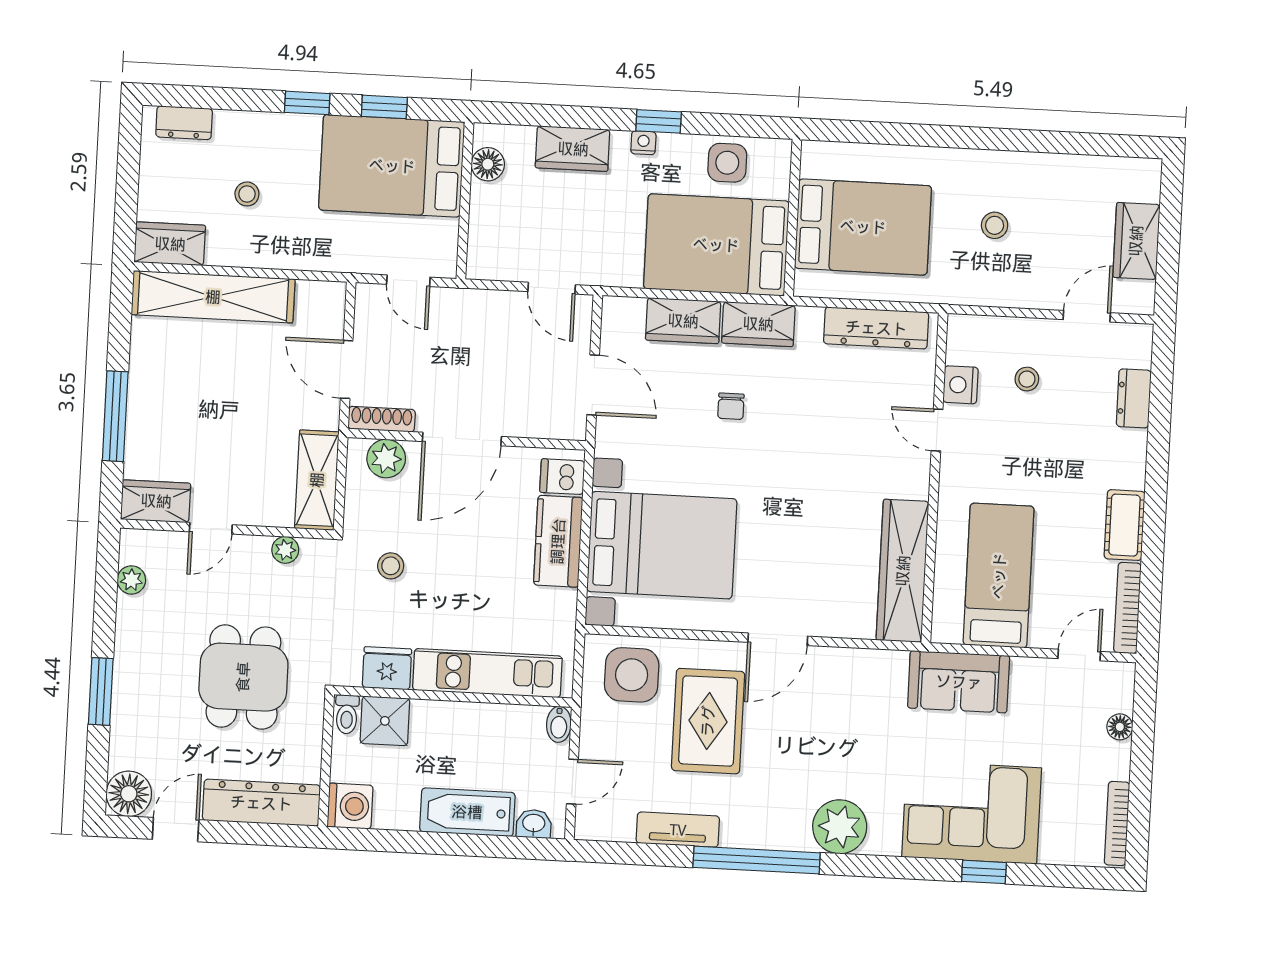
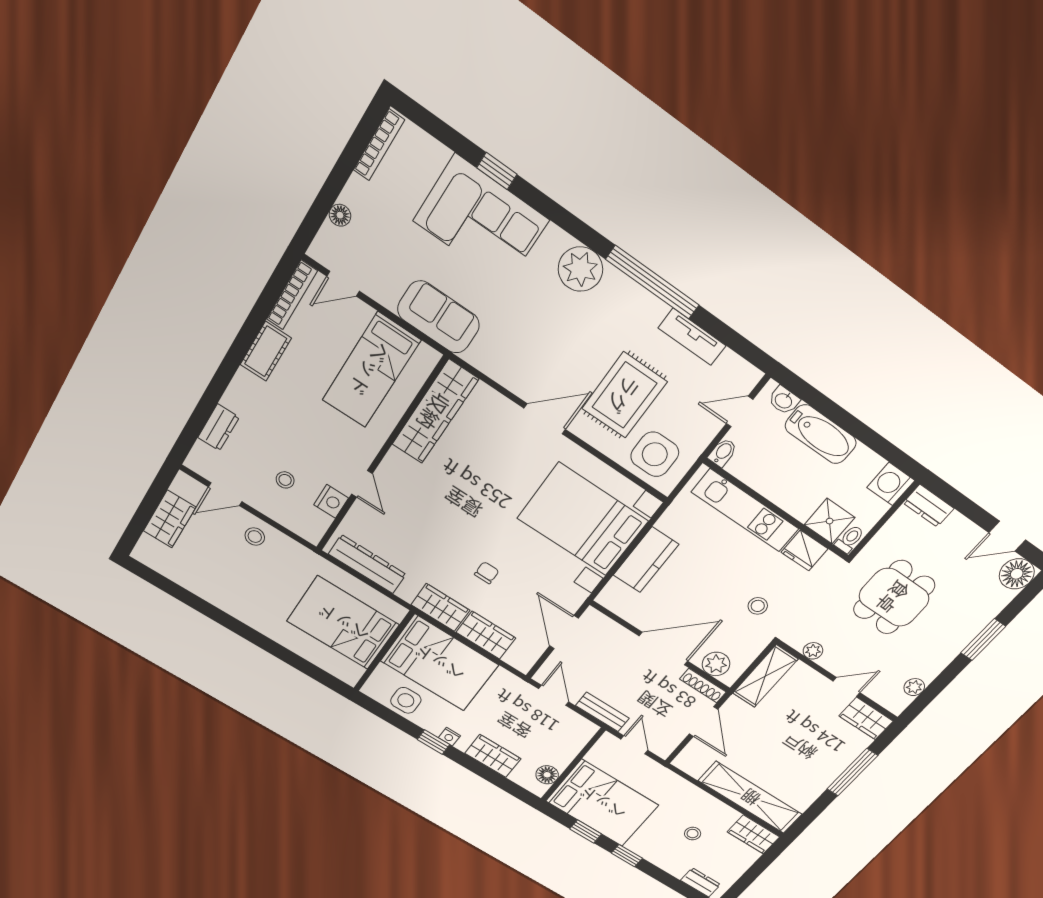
stool: (995, 225) -> (255, 537), moved
bench: (478, 303) -> (602, 712), added
dishwasher: (562, 477) -> (618, 594), removed
dresser: (261, 803) -> (929, 506), width x0.51, depth x0.80

